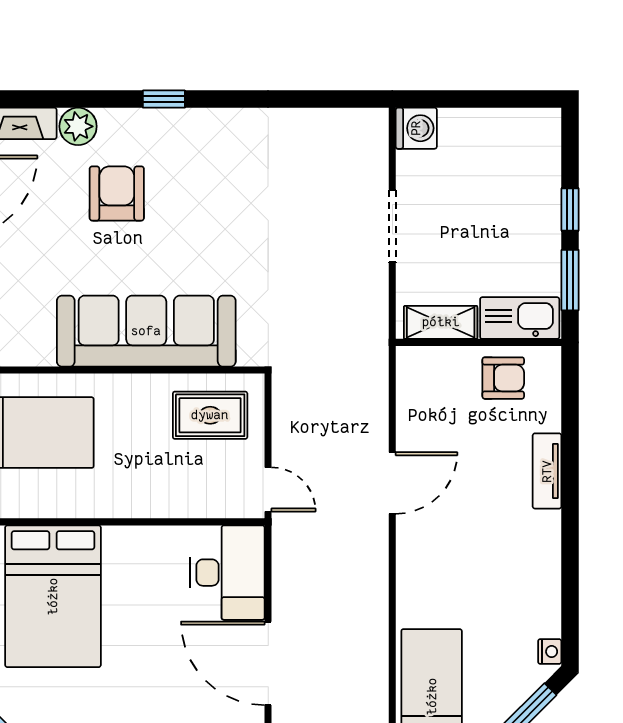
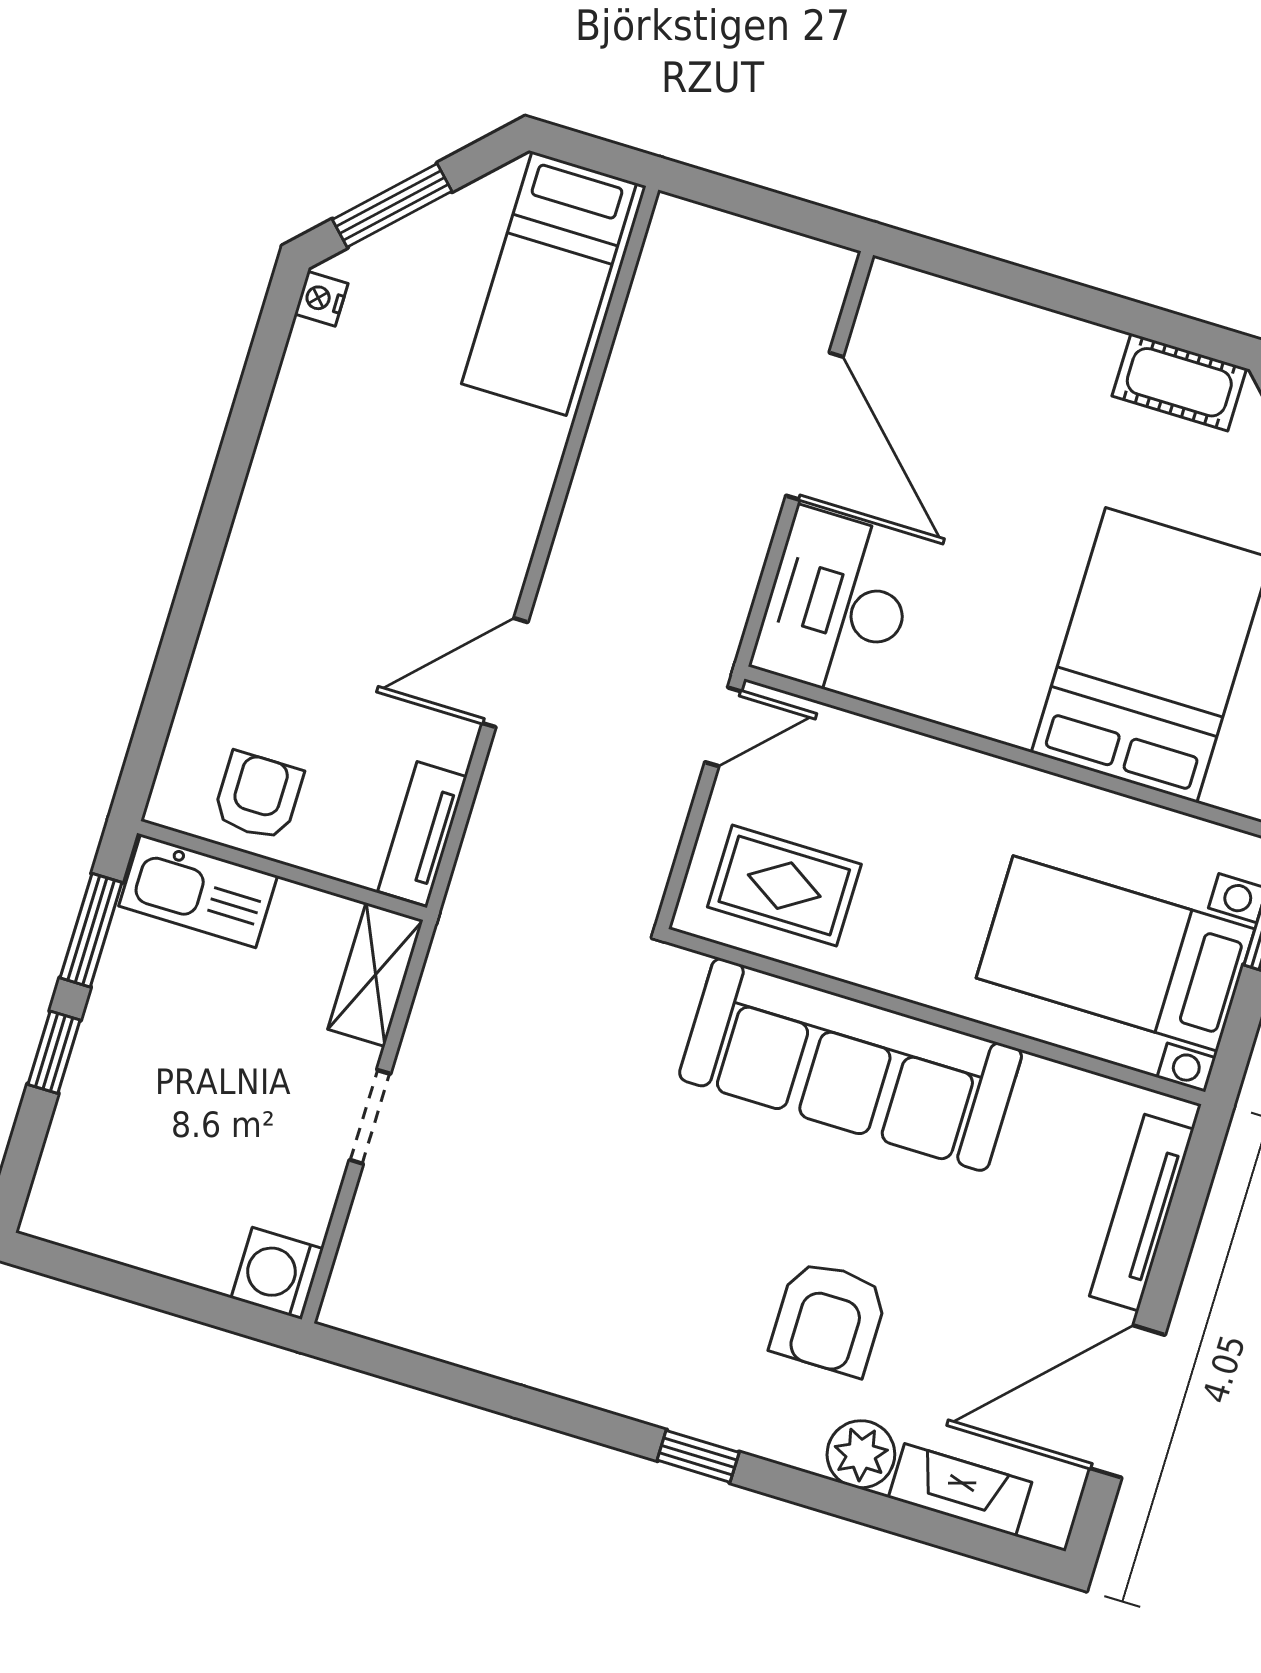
doorway: (392, 226) -> (370, 1117), width x0.73
shelving: (441, 322) -> (376, 975), moved, turned 90
armchair: (503, 378) -> (258, 796), turned 90
tv unit: (547, 471) -> (422, 834), moved, turned 180
door: (268, 489) -> (723, 727), swing flipped

